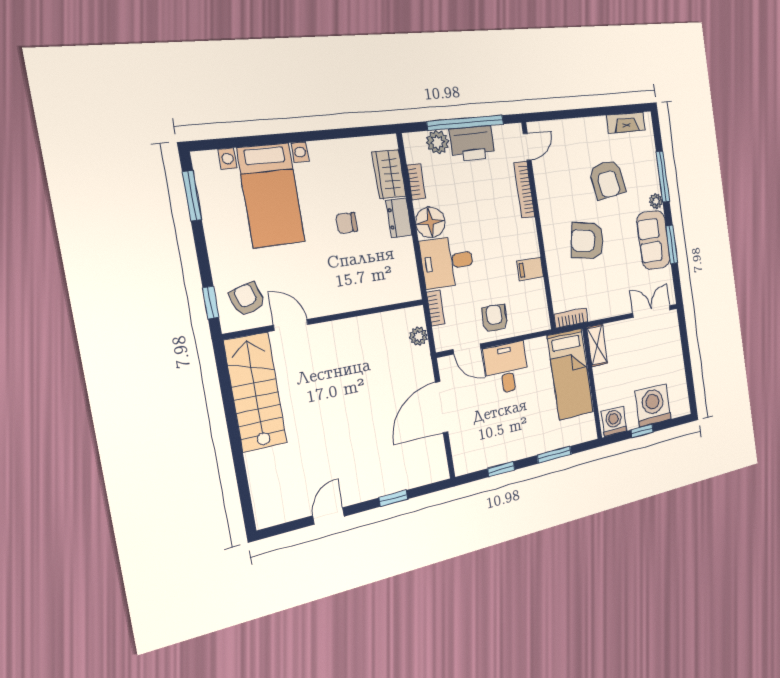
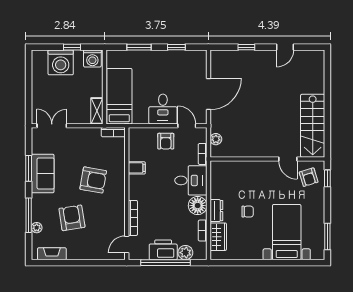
plant: (656, 201) -> (37, 228), moved
double door: (652, 311) -> (52, 126), swing flipped

